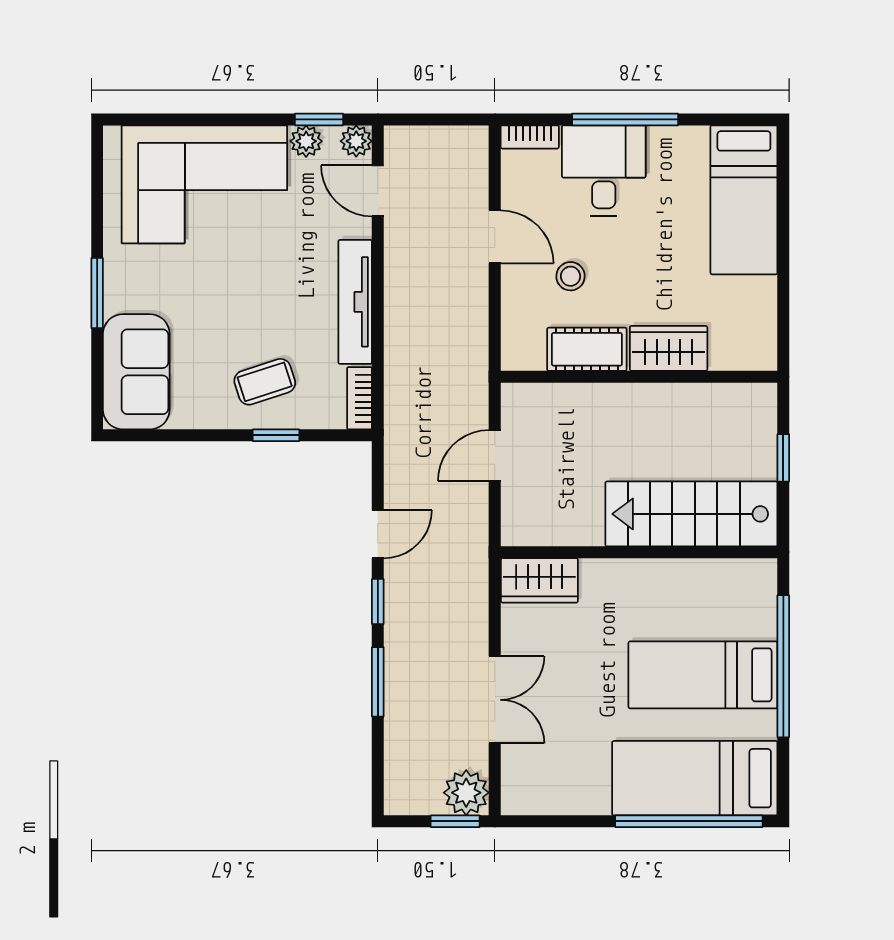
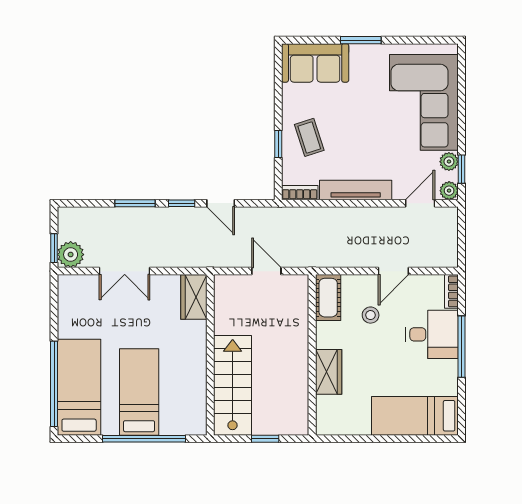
cot: (587, 349) -> (328, 298), moved

